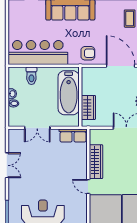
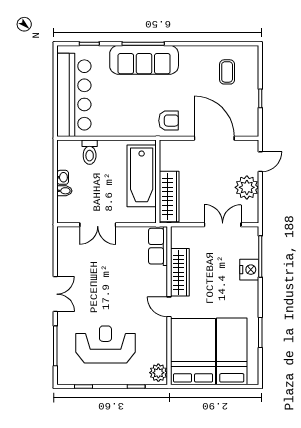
bar counter: (38, 53) -> (74, 95), moved, turned 90
wardrobe: (88, 107) -> (169, 196), width x1.50
row of seats: (73, 135) -> (158, 246), moved, turned 90
double door: (7, 165) -> (55, 294), moved

